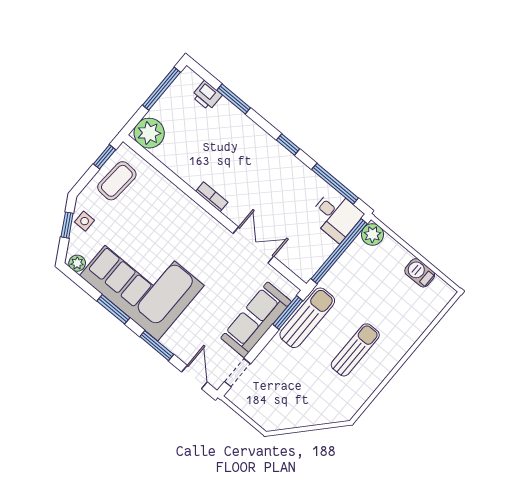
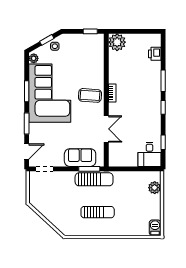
window: (161, 89) -> (141, 31), removed
window: (234, 99) -> (163, 81), moved
coffee table: (117, 181) -> (90, 95), moved
window: (335, 184) -> (163, 142), width x0.46
plant: (372, 234) -> (155, 188), moved
window: (339, 251) -> (135, 169), removed
barbecue: (420, 273) -> (155, 228), moved
sofa: (256, 320) -> (80, 158), width x0.73

